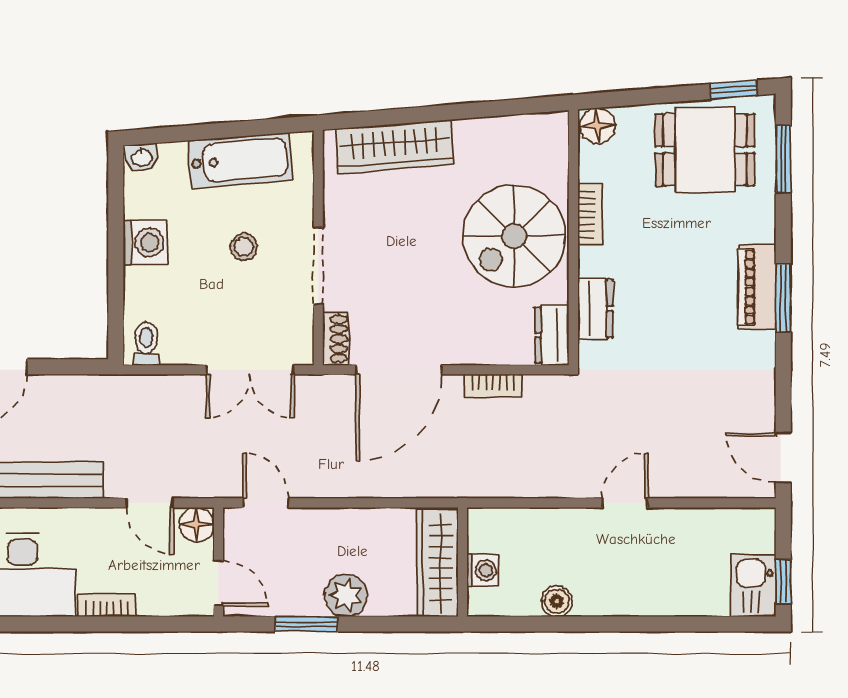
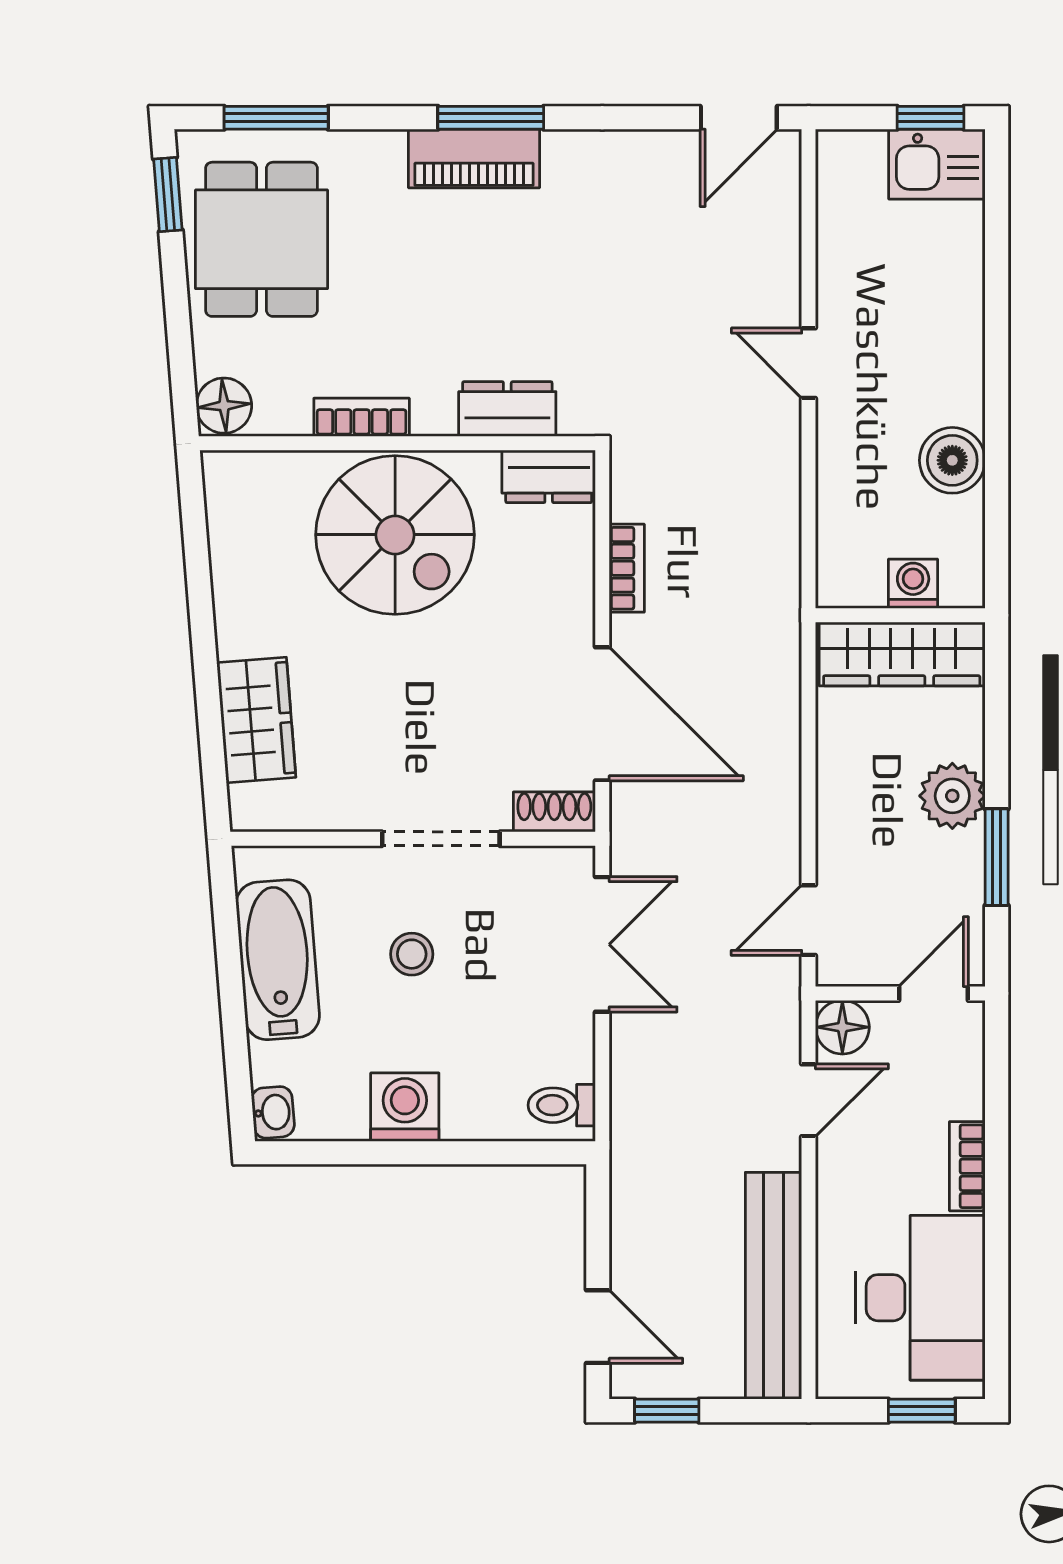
wardrobe: (395, 147) -> (256, 720), width x0.67
boiler: (557, 601) -> (952, 460), width x1.36, depth x1.36

